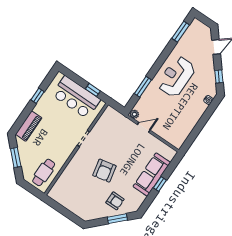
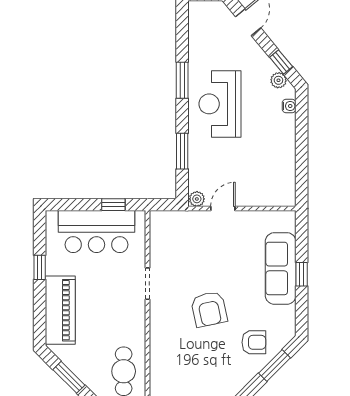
window: (181, 32) -> (182, 80), moved
plant: (212, 84) -> (278, 80), added
piano: (29, 126) -> (60, 310), width x1.37, depth x1.33

